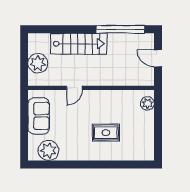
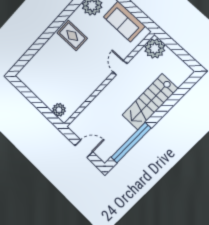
plant: (38, 63) -> (155, 48), moved
rug: (106, 133) -> (72, 36), moved, turned 90

